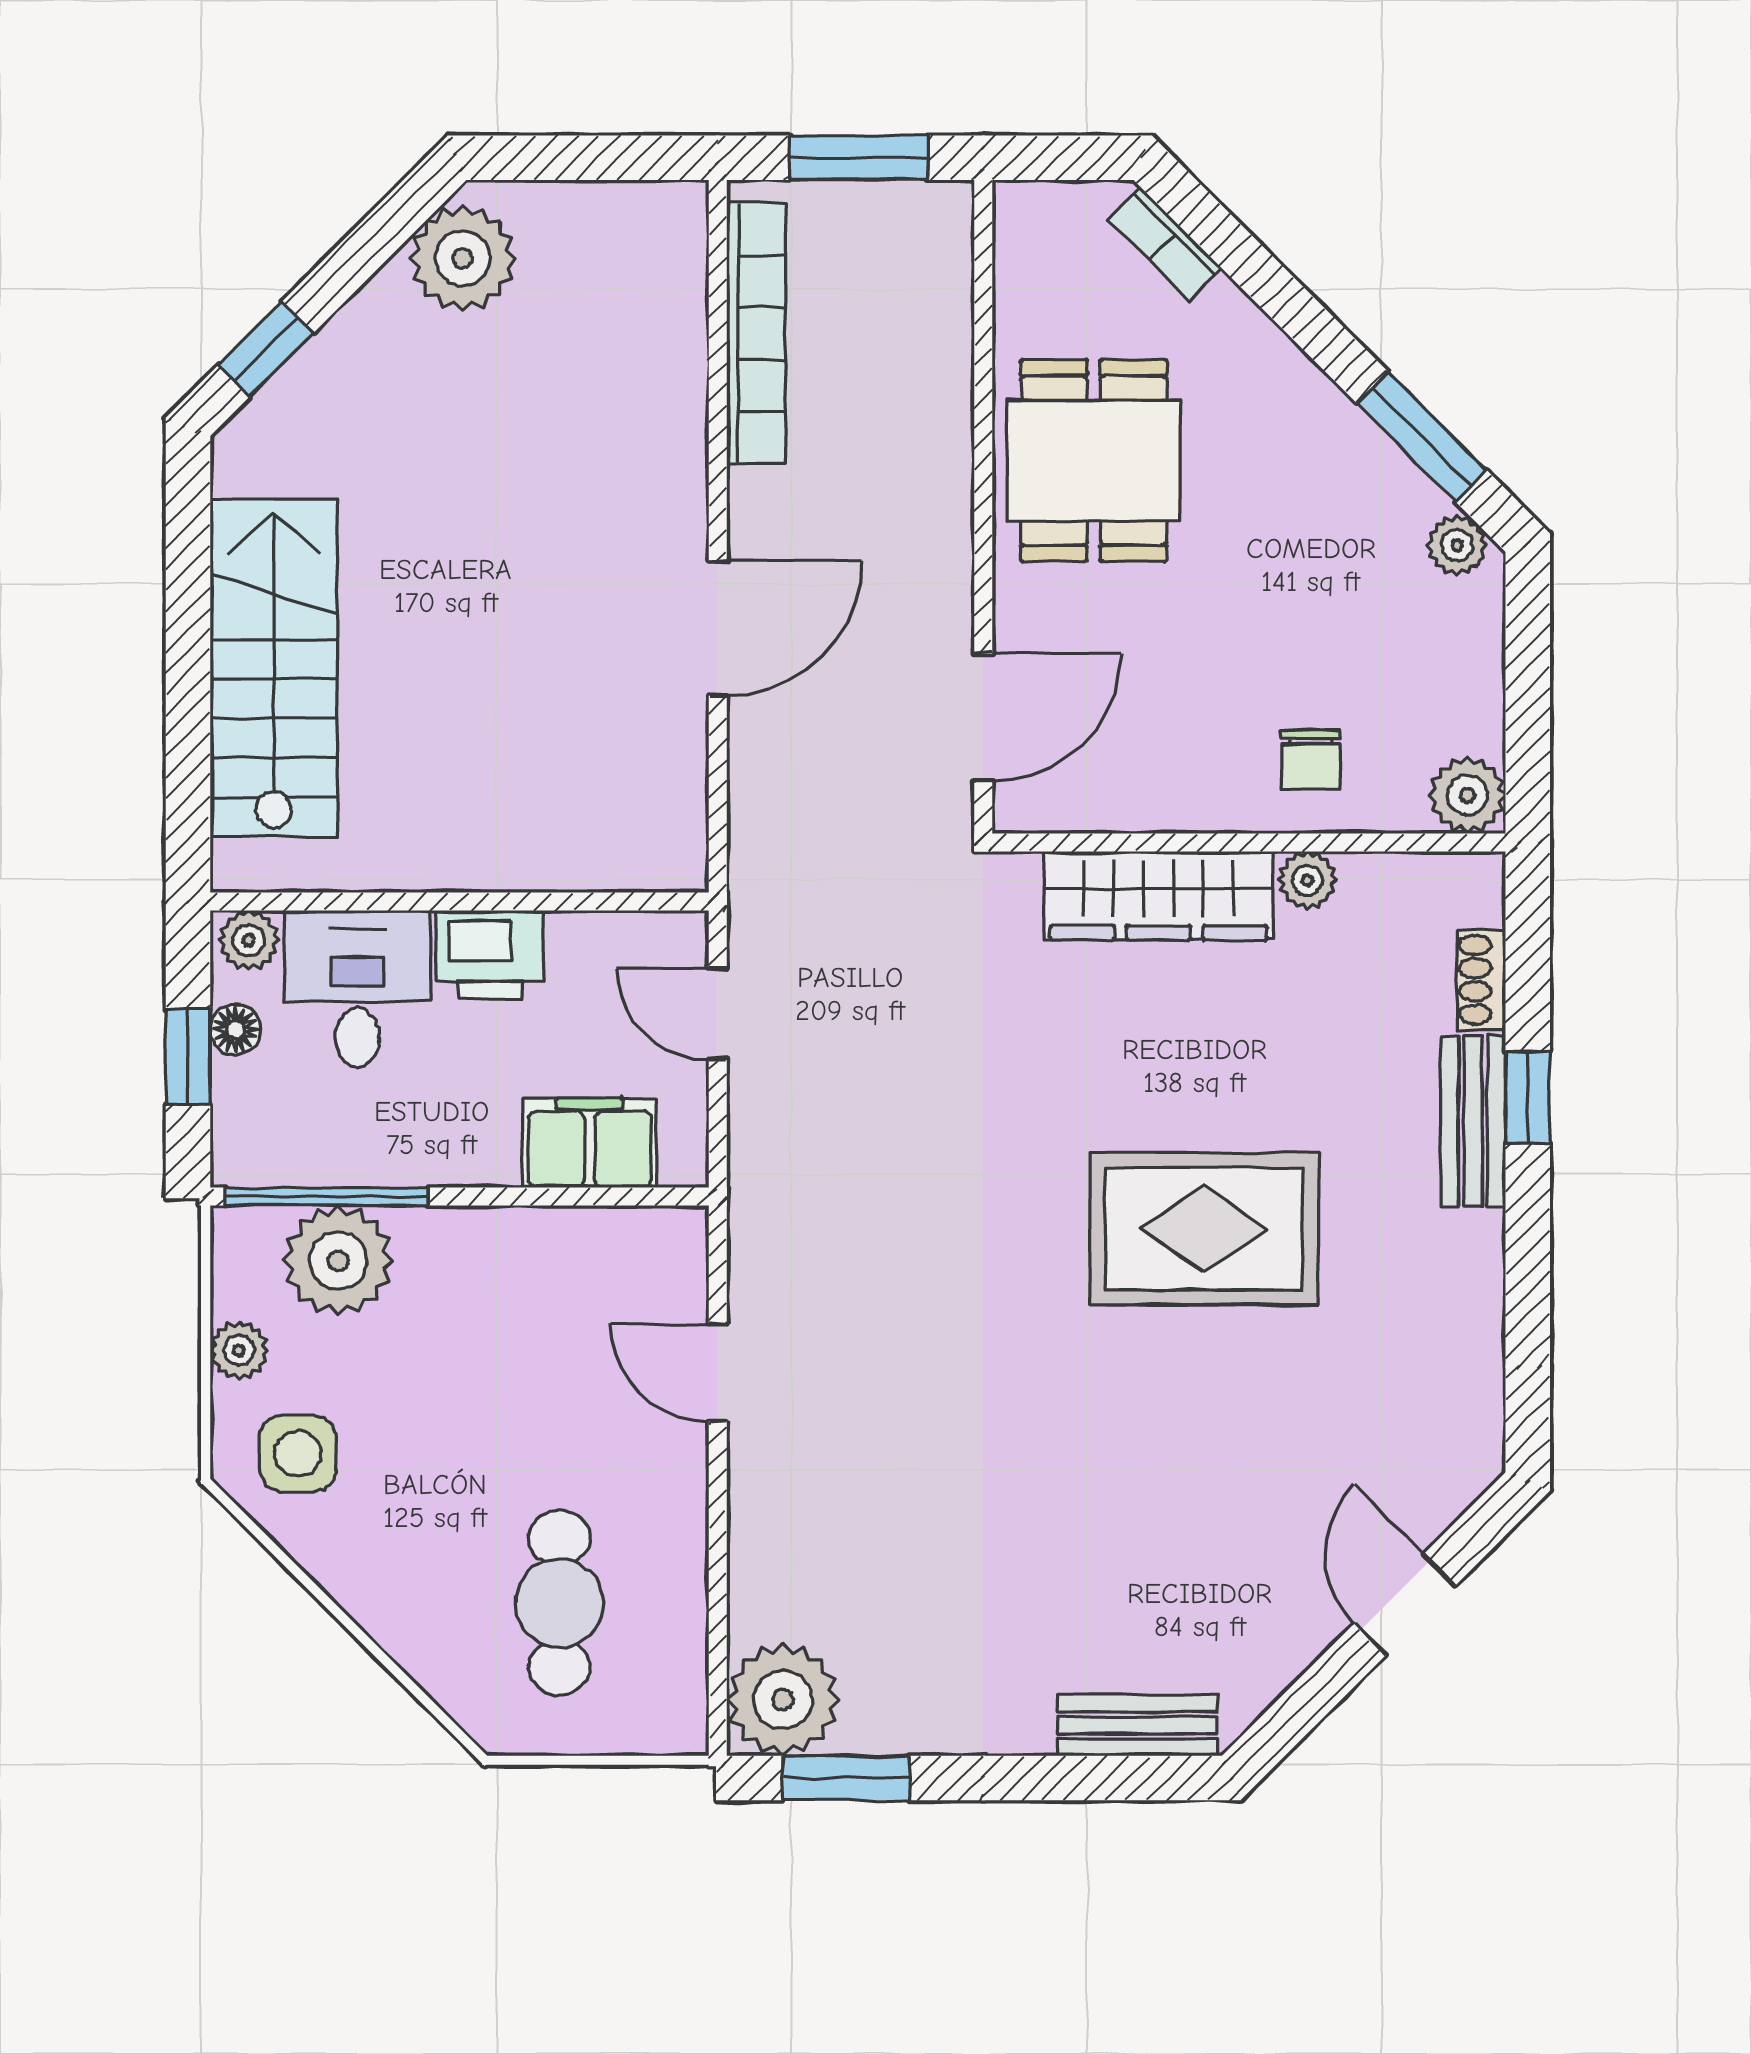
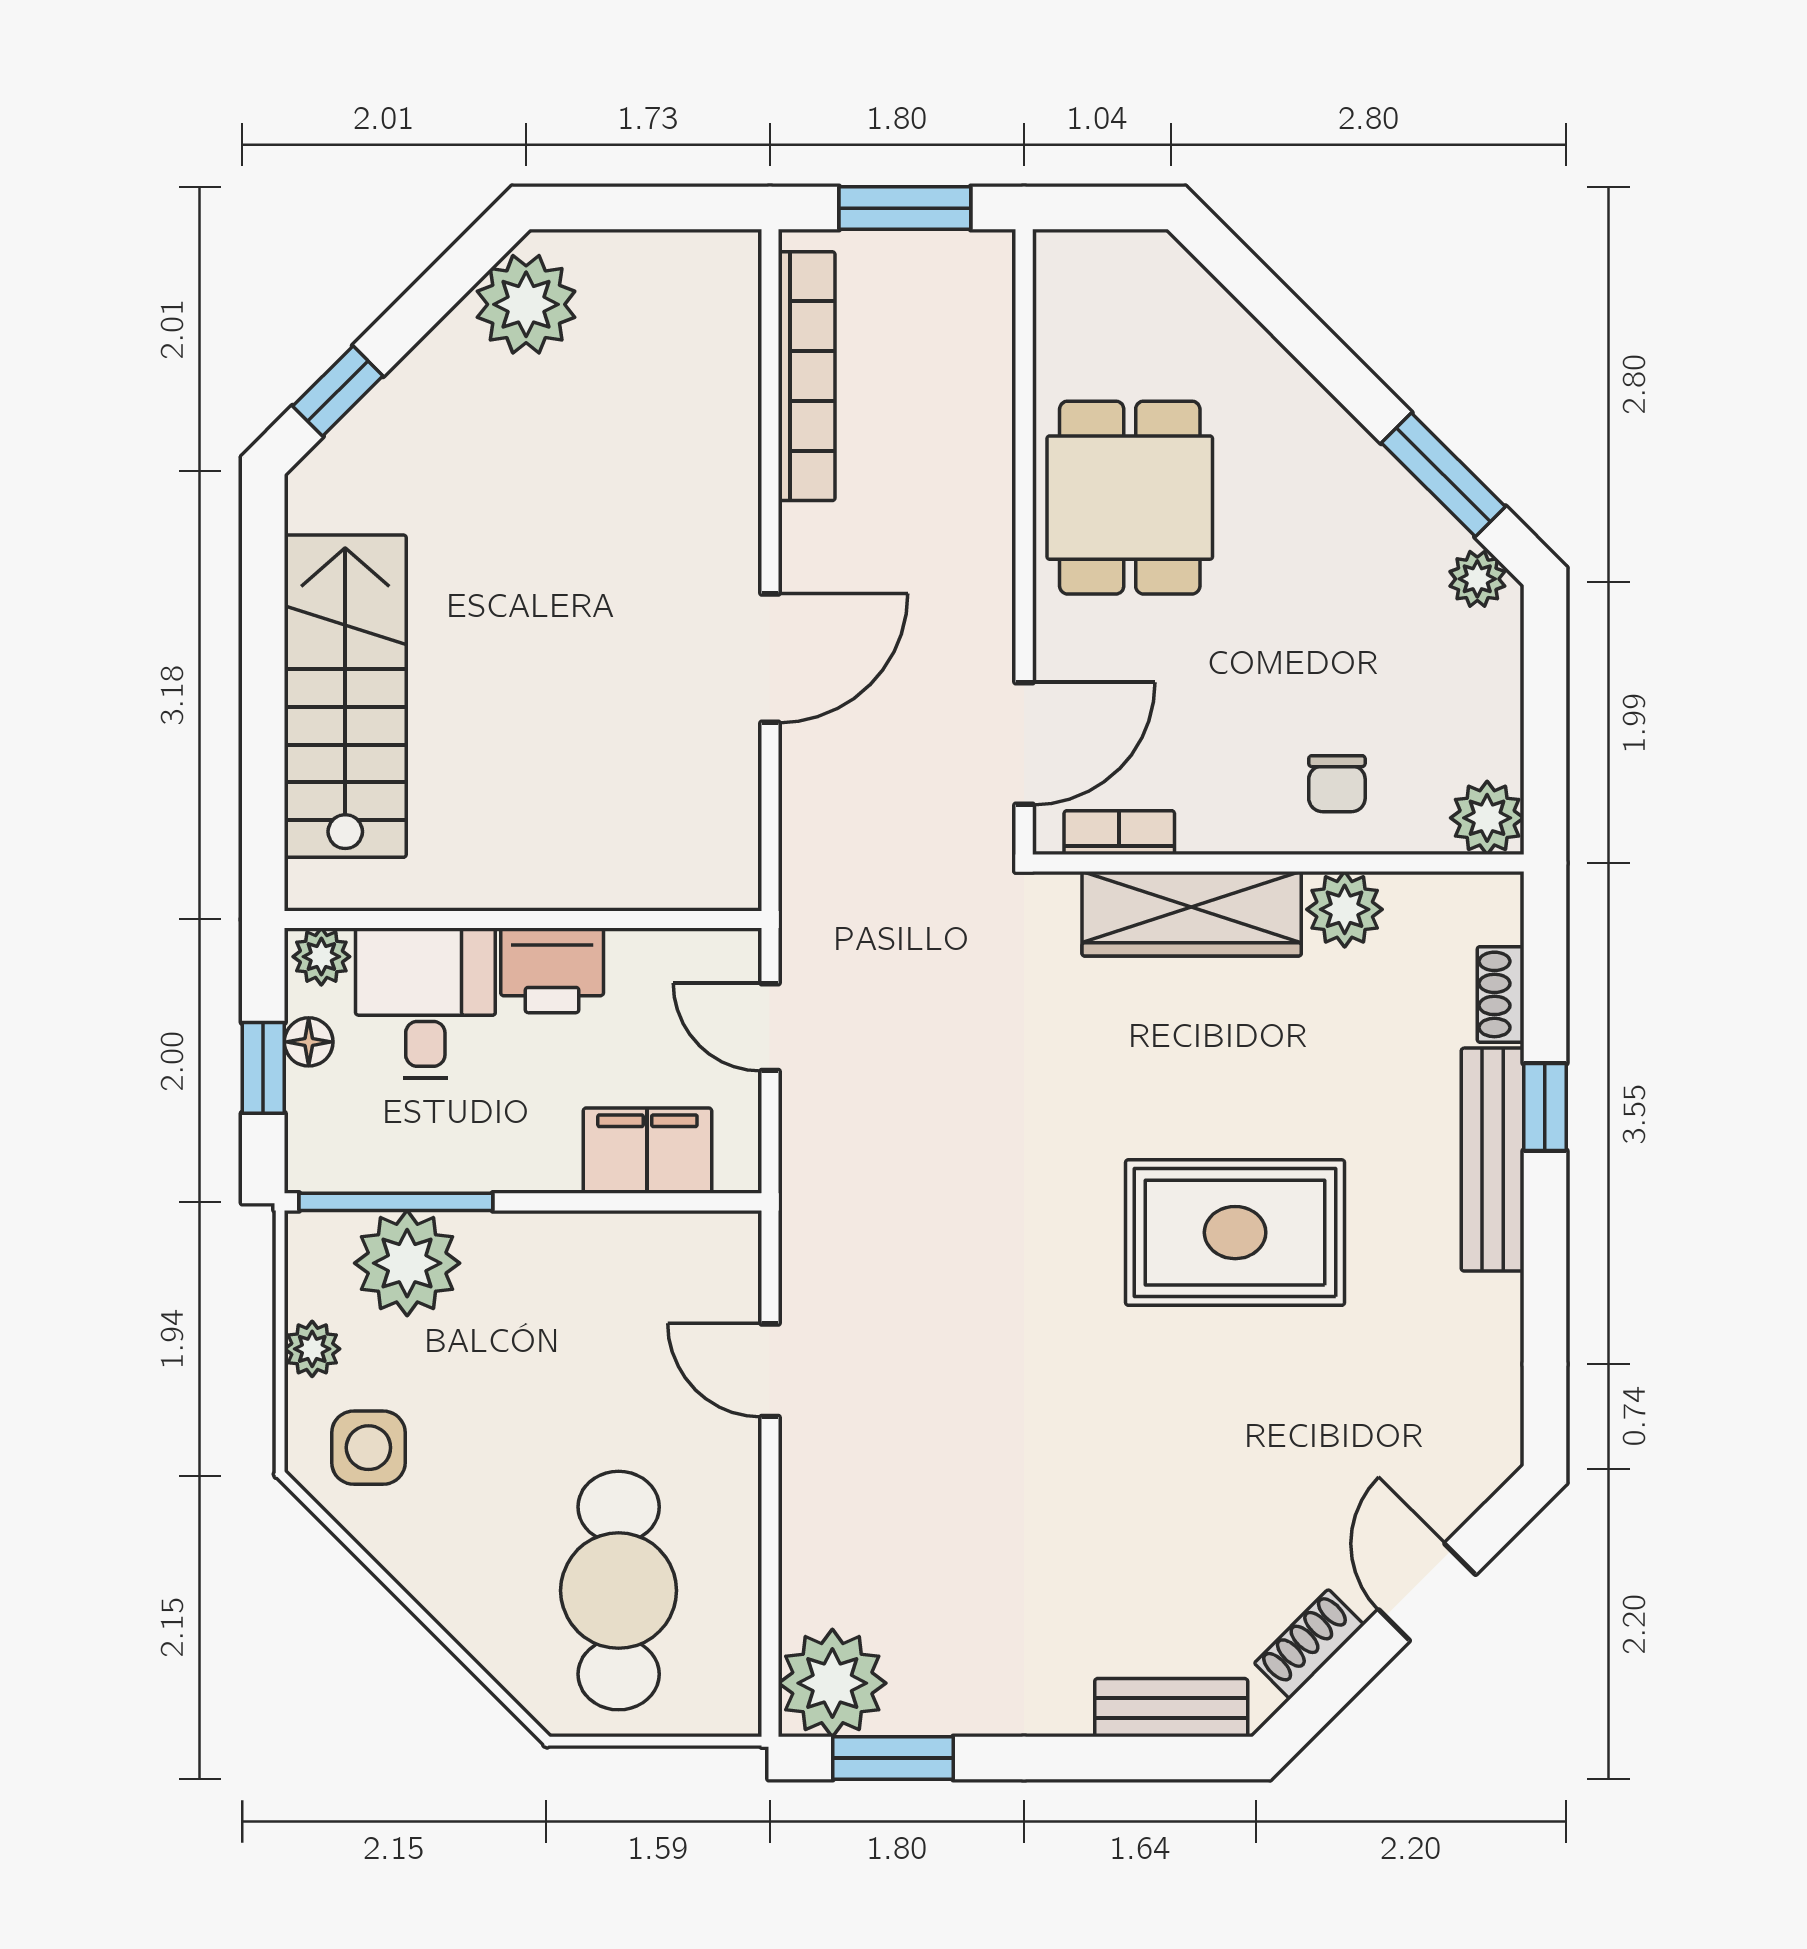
bookcase: (1165, 244) -> (1119, 833), moved, turned 135
plant: (1308, 880) -> (1345, 909), width x1.38, depth x1.38
bench: (1473, 1121) -> (1493, 1160), width x1.36
cafe table: (559, 1603) -> (619, 1591), width x1.37, depth x1.35
shoe rack: (1281, 1659) -> (1309, 1644), added

